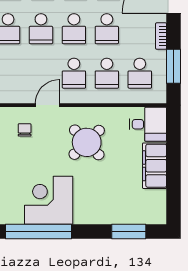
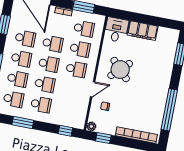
door: (47, 105) -> (93, 89), swing flipped
corner desk: (49, 200) -> (151, 100), removed

